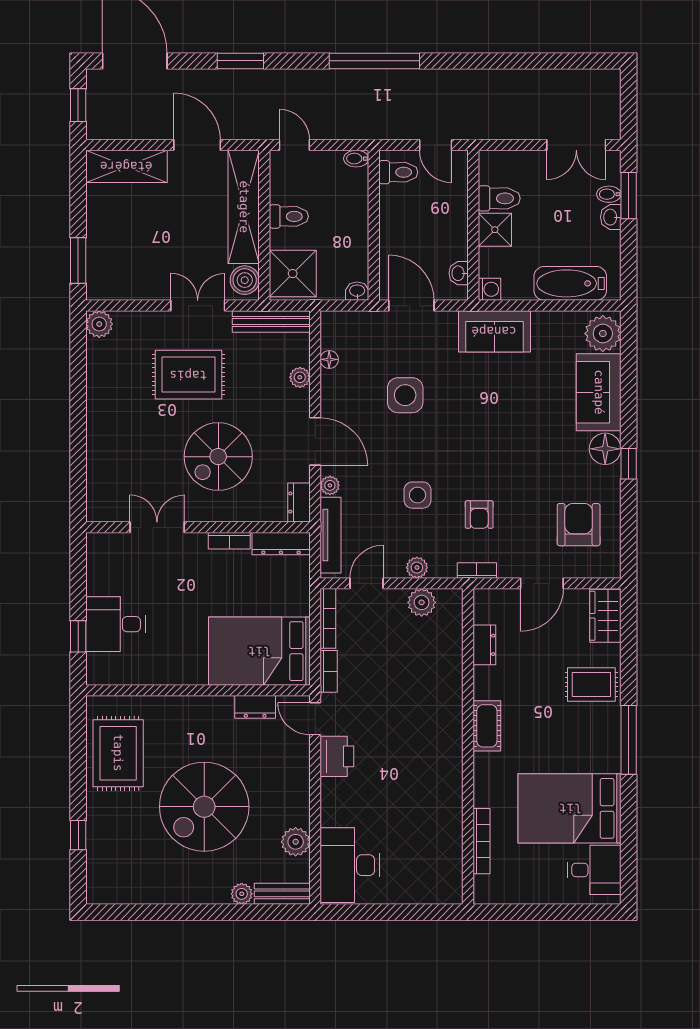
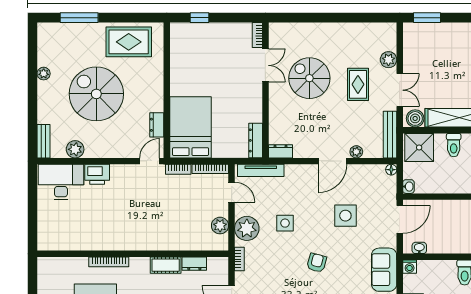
shower: (495, 230) -> (446, 270), removed
plant: (99, 324) -> (388, 60), moved
floor lamp: (329, 359) -> (391, 170), moved
rug: (188, 375) -> (358, 84), width x0.73, depth x0.70
door: (315, 441) -> (332, 161), moved
spiral stairs: (218, 457) -> (309, 78), moved
plant: (330, 485) -> (291, 170), removed
armchair: (479, 515) -> (317, 263), moved, turned 105
bookcase: (229, 541) -> (257, 35), moved
plant: (417, 568) -> (247, 228), width x1.88, depth x1.88
desk: (115, 624) -> (207, 40), removed
cot: (487, 726) -> (166, 265), moved
printer: (337, 756) -> (97, 174), moved
window: (78, 835) -> (79, 18), width x2.17
bookcase: (482, 841) -> (109, 262), moved
plant: (242, 894) -> (44, 74), moved

